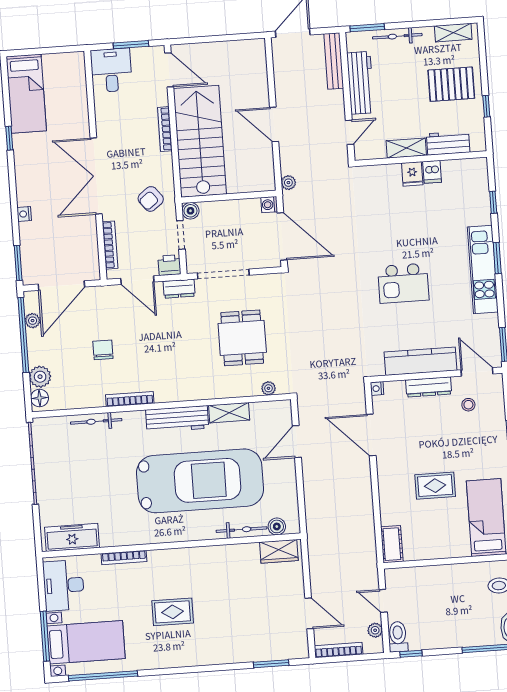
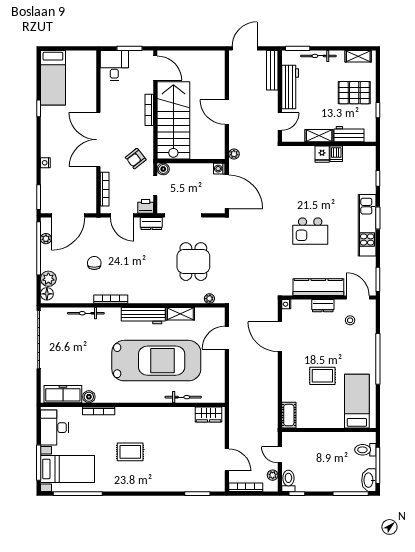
dresser: (429, 387) -> (323, 306), width x0.70
boiler: (277, 526) -> (89, 397), moved

